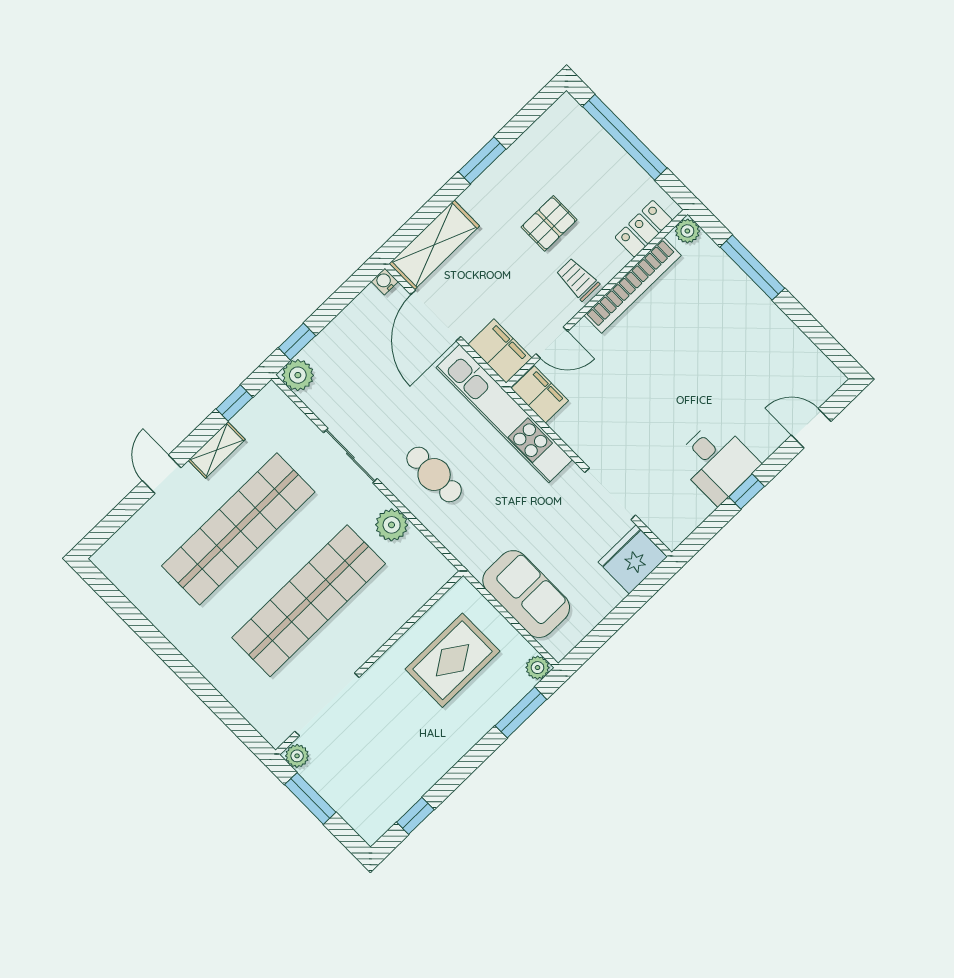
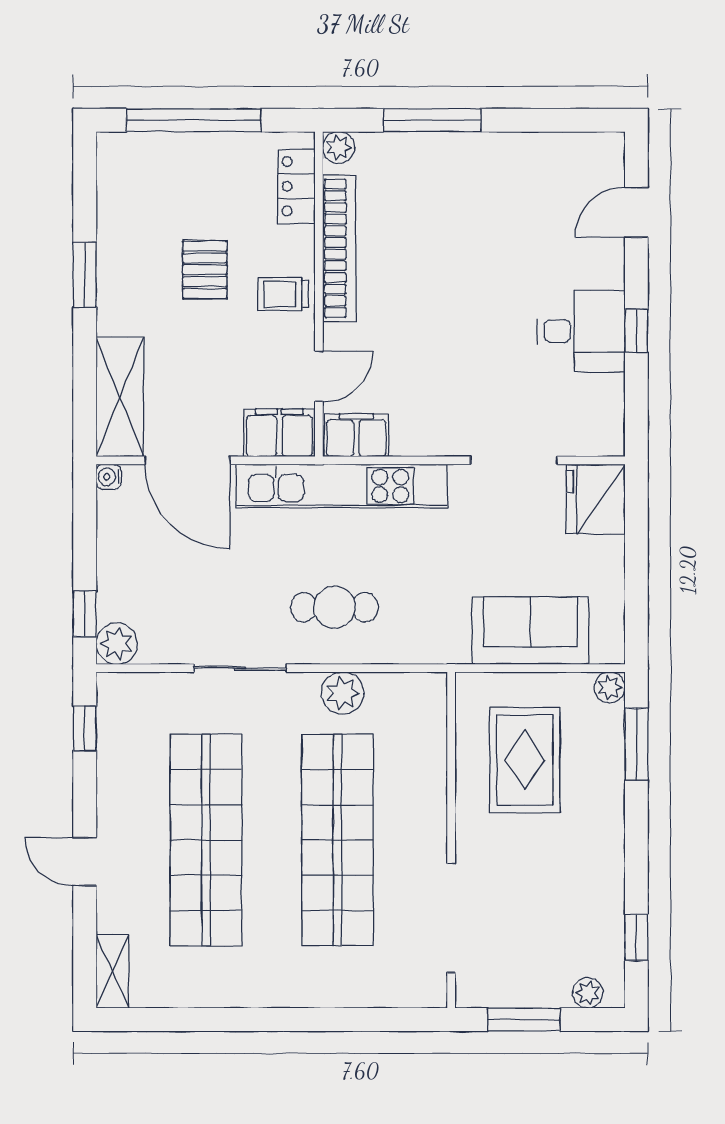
shelving: (217, 450) -> (112, 971), moved
plant: (297, 756) -> (588, 993), moved

